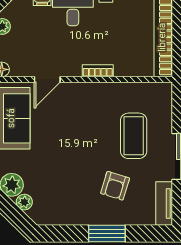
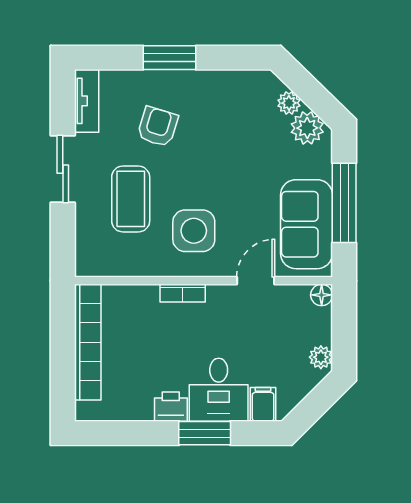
side table: (90, 114) -> (194, 231), added

